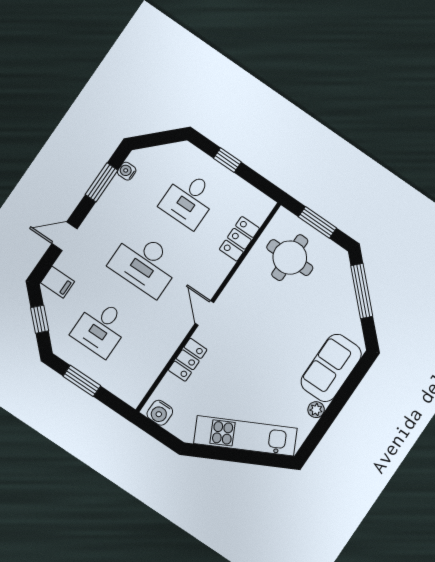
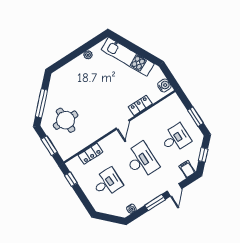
window: (227, 160) -> (71, 179), moved
window: (101, 182) -> (155, 202), moved
door: (64, 236) -> (174, 190), hinge flipped
round table: (290, 258) -> (66, 120), moved
sofa: (331, 368) -> (72, 72), removed

